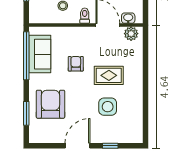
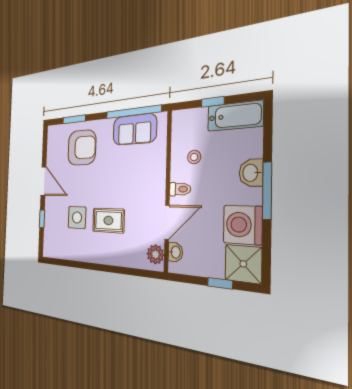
armchair: (76, 64) -> (122, 178), removed
rug: (109, 75) -> (108, 220), turned 90

